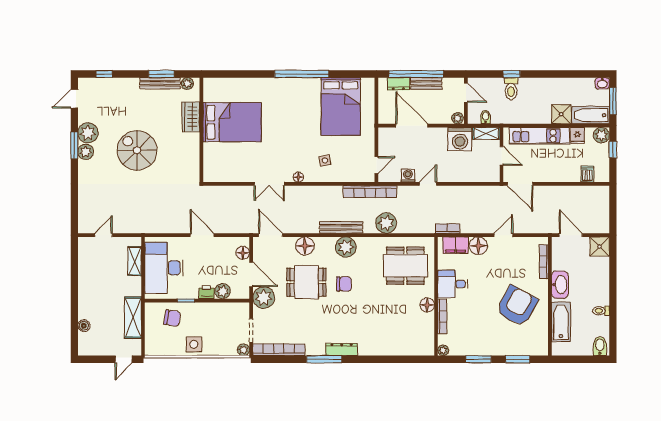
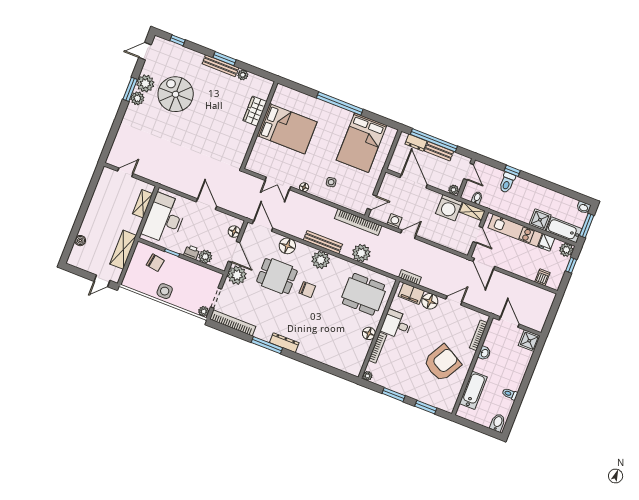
wardrobe: (191, 117) -> (255, 111), moved
bed: (232, 122) -> (287, 129), moved
wall: (201, 130) -> (259, 125), moved
spiral stairs: (137, 150) -> (176, 94), moved
washbasin: (560, 285) -> (484, 353), width x0.52, depth x0.69

